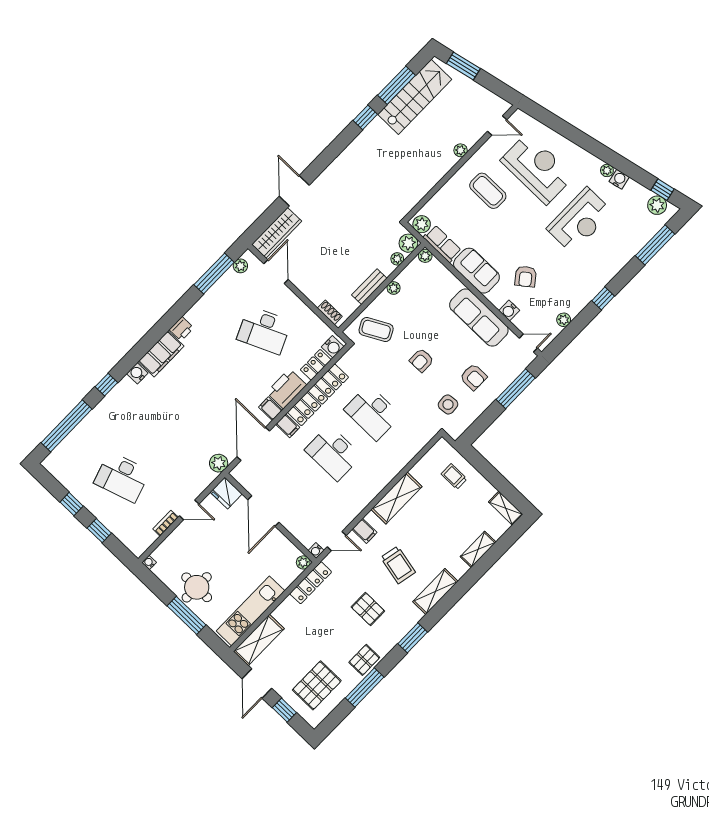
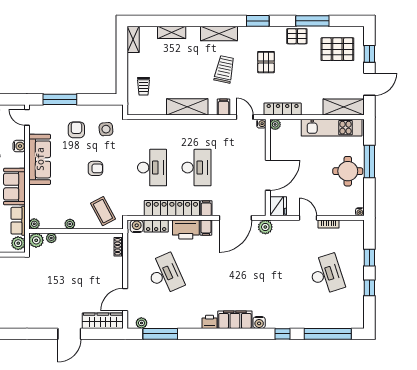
bench: (369, 287) -> (82, 239), removed

